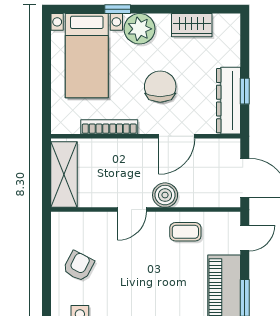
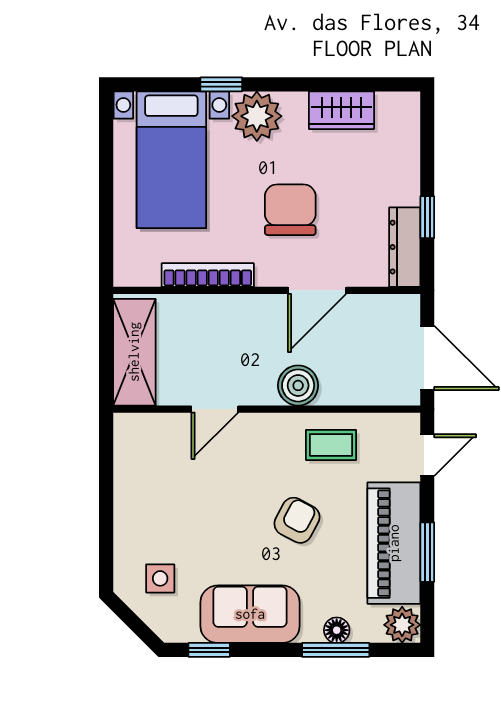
dresser: (229, 101) -> (405, 247), width x0.73, depth x0.80
door: (132, 210) -> (215, 409), moved
armchair: (79, 266) -> (297, 520), moved

